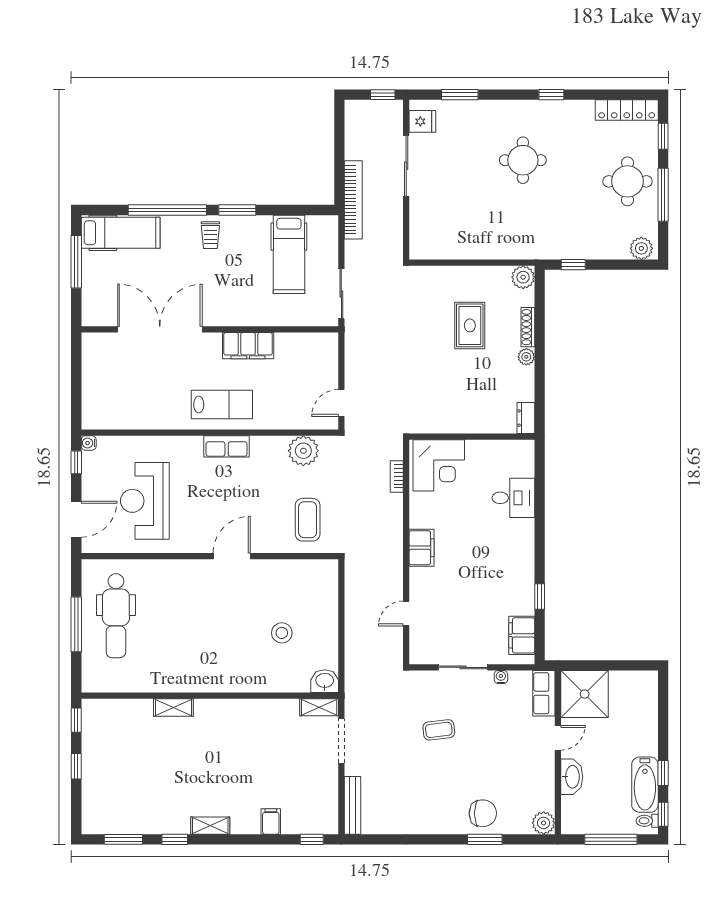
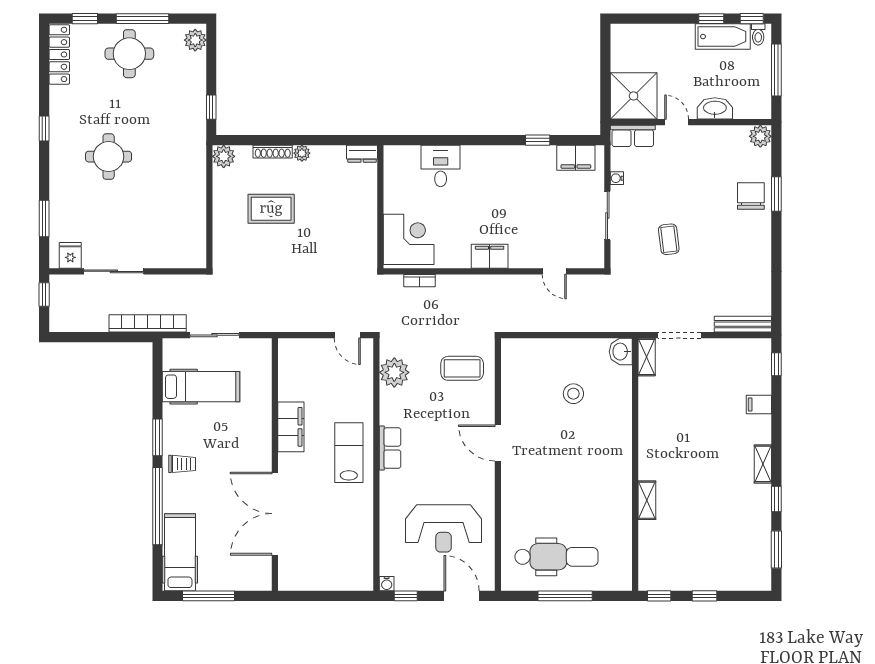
sliding door: (341, 294) -> (215, 335), moved

